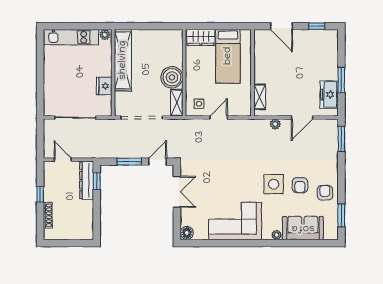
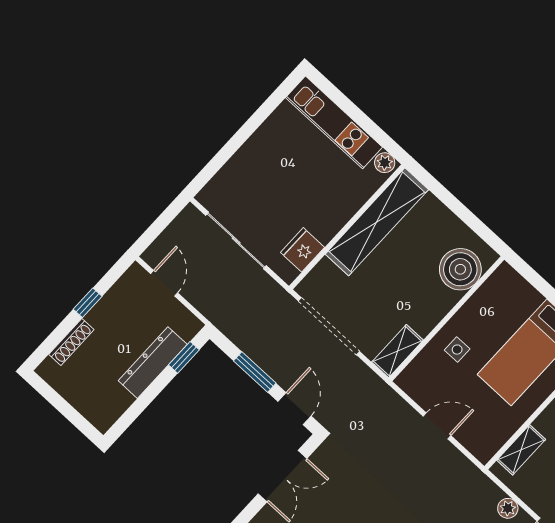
wardrobe: (201, 38) -> (515, 291), removed
boiler: (172, 77) -> (460, 269), moved
fridge: (104, 86) -> (302, 250), moved
side table: (199, 104) -> (457, 350), moved
door: (158, 162) -> (295, 409), hinge flipped
dresser: (87, 180) -> (153, 363), moved

